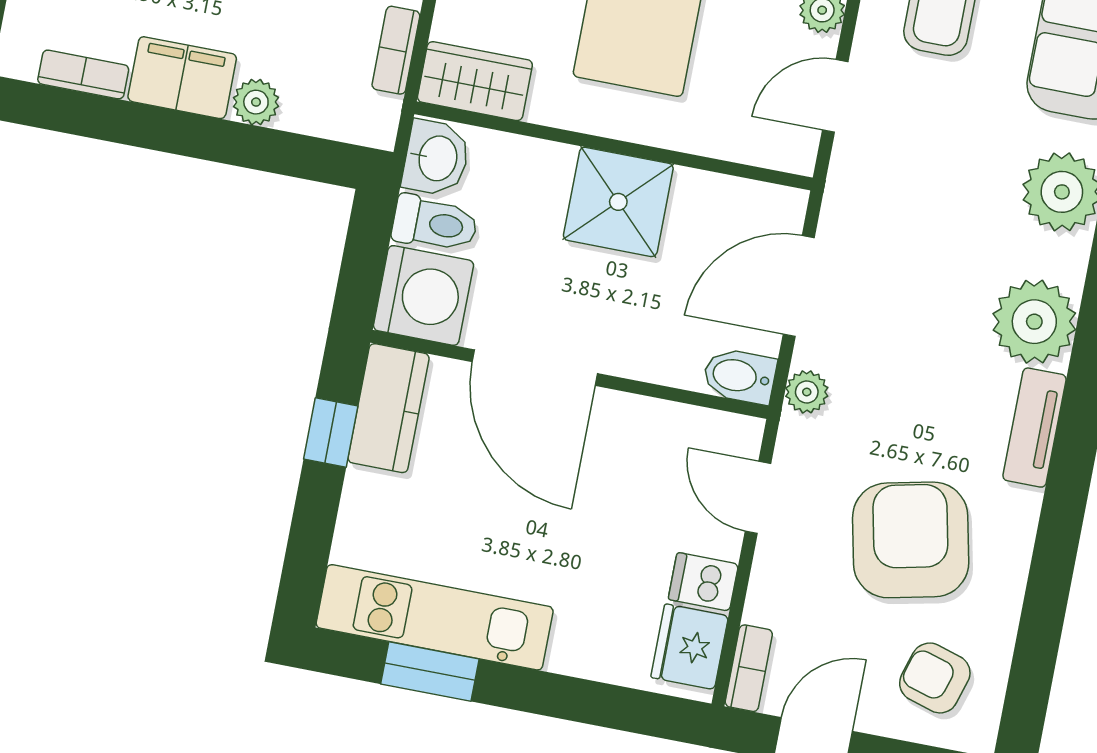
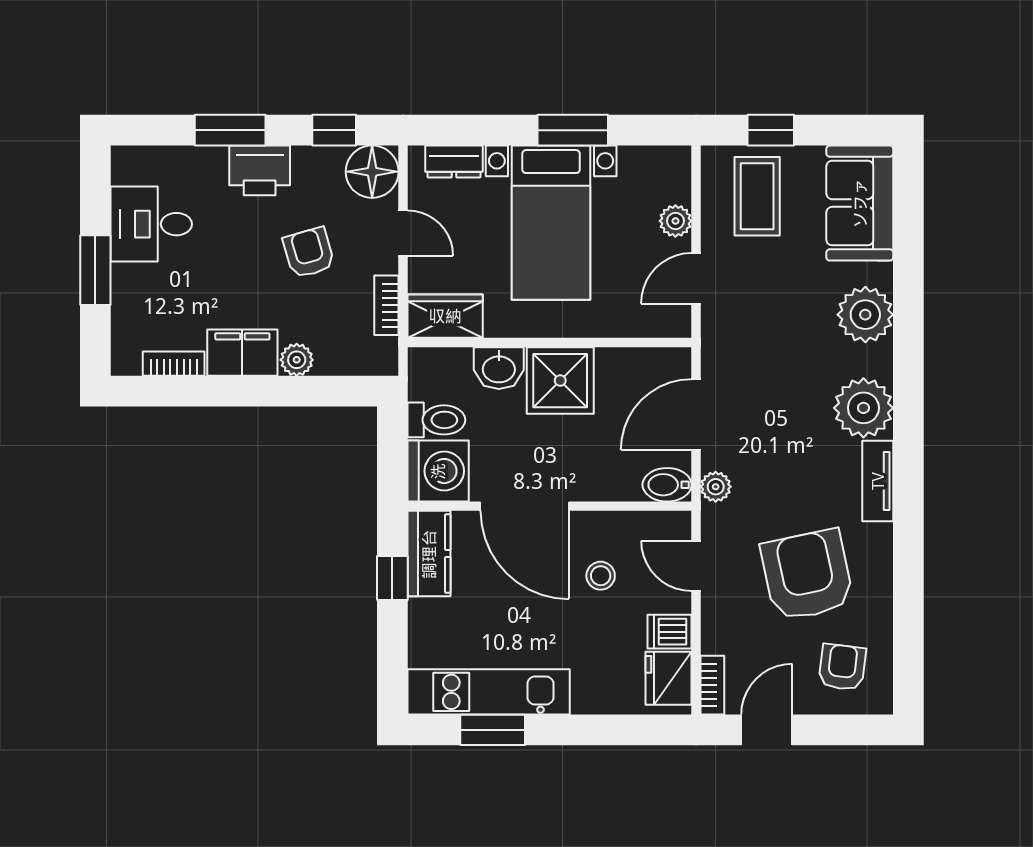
washbasin: (436, 158) -> (499, 368), moved, turned 90
stool: (622, 485) -> (601, 576), added
armchair: (935, 678) -> (842, 667), turned 80

